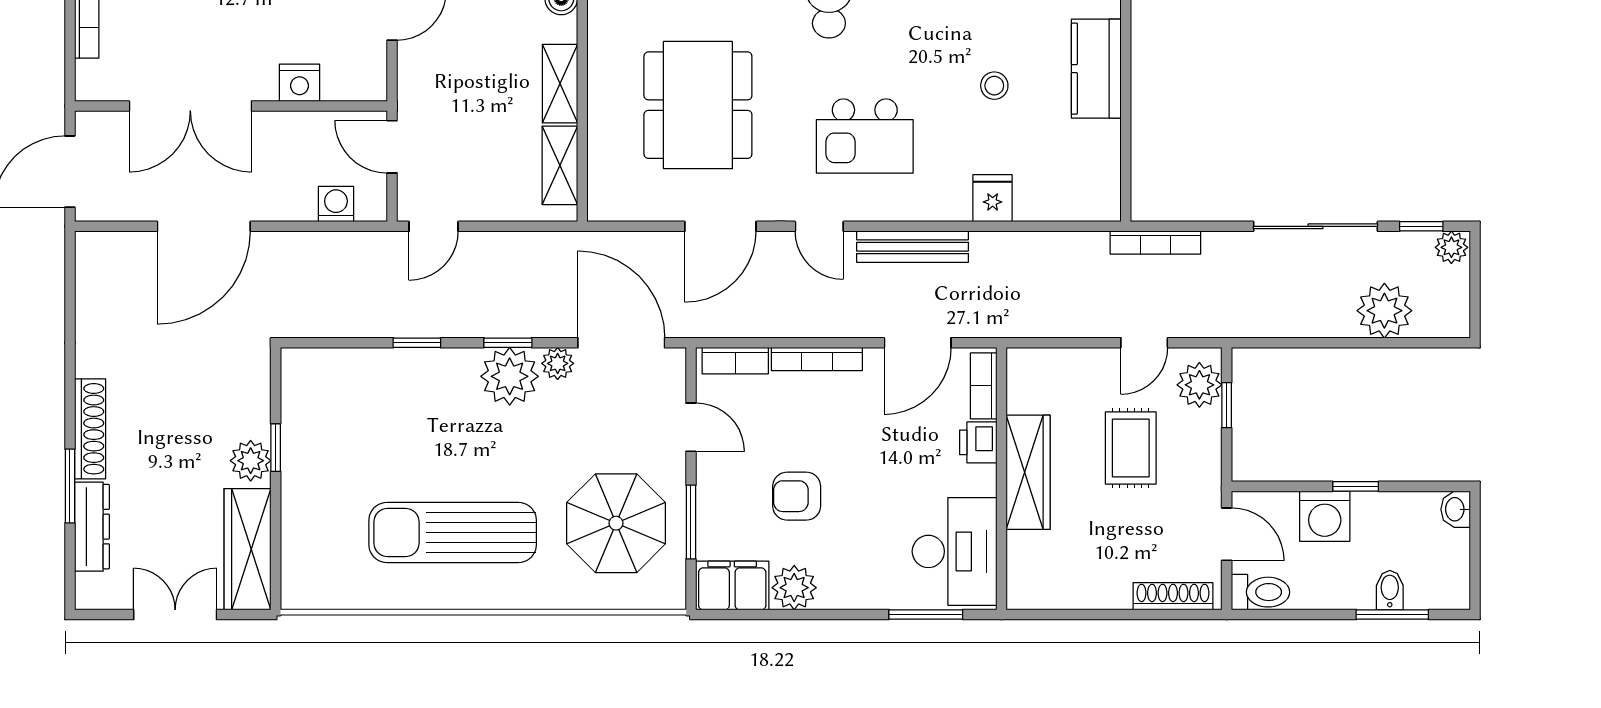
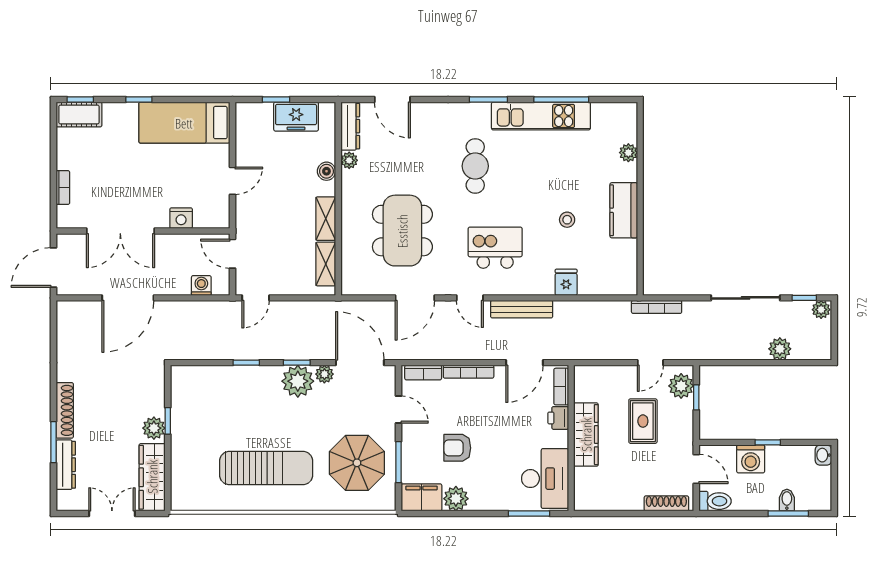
kitchen island: (865, 136) -> (495, 248), turned 180
plant: (1384, 311) -> (780, 349), width x0.73, depth x0.73
sun lounger: (453, 533) -> (266, 468), turned 180

